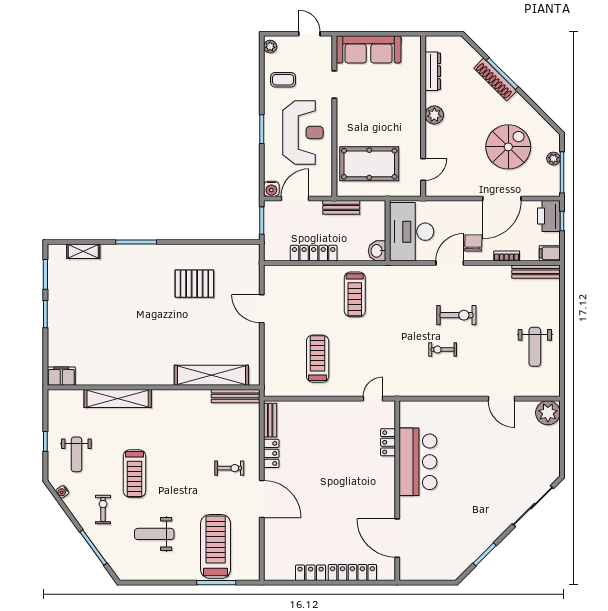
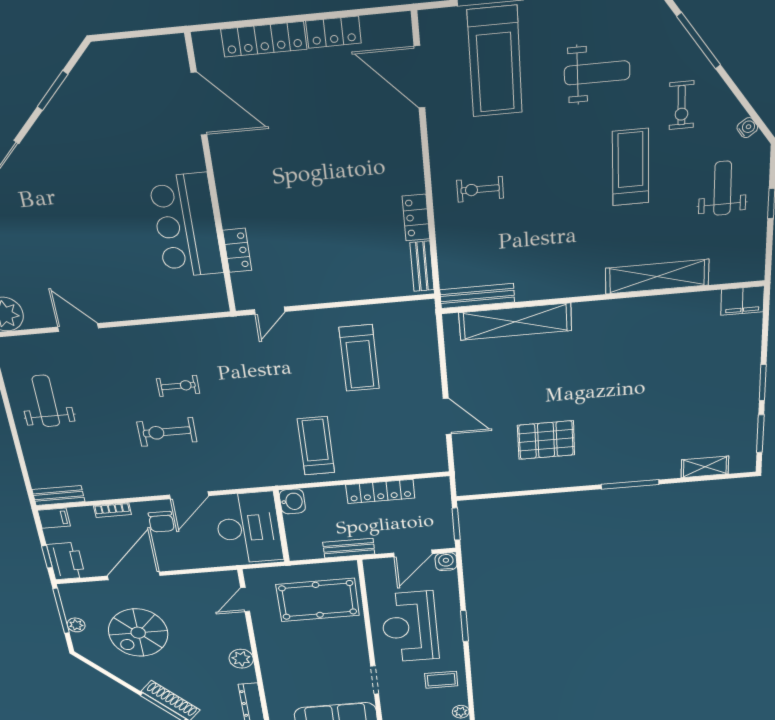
bench: (536, 272) -> (58, 496), width x0.73
door: (262, 499) -> (419, 77), moved

